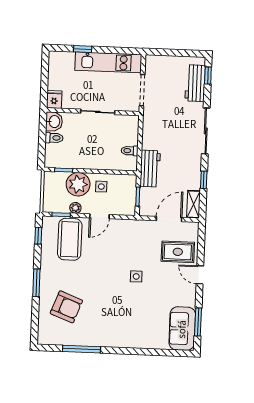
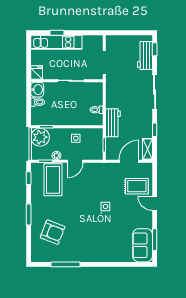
kitchen unit: (108, 62) -> (56, 42), moved
plant: (78, 184) -> (40, 137), moved

